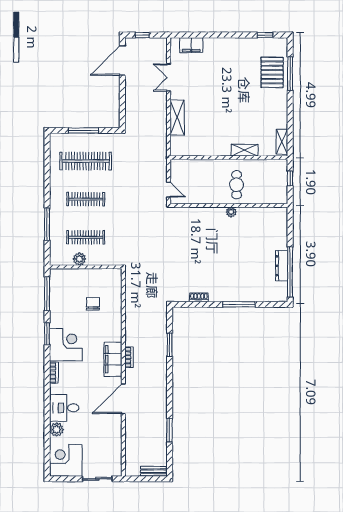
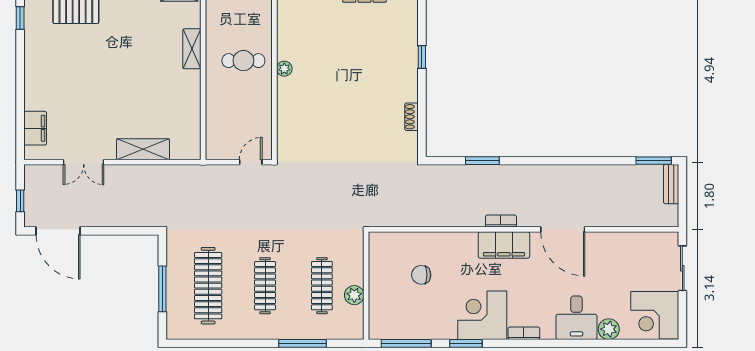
window: (239, 304) -> (422, 57), width x0.46
window: (170, 430) -> (654, 161), moved

